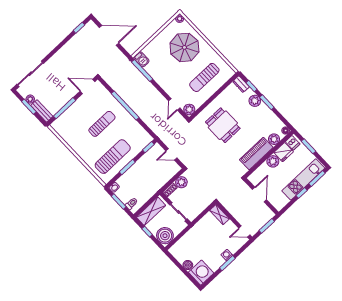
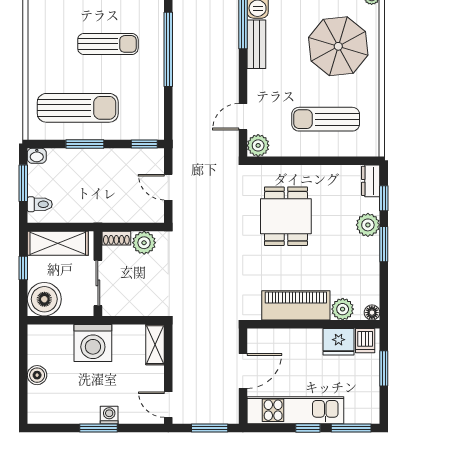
bench: (155, 74) -> (256, 44), added
plant: (273, 161) -> (309, 340), removed
kitchen unit: (303, 179) -> (295, 410), moved
washing machine: (201, 273) -> (93, 343), moved, turned 90

